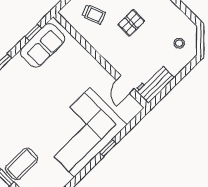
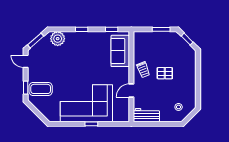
trolley: (94, 14) -> (143, 70), moved
sofa: (43, 45) -> (120, 51), moved, turned 90
door: (125, 84) -> (131, 91), moved

